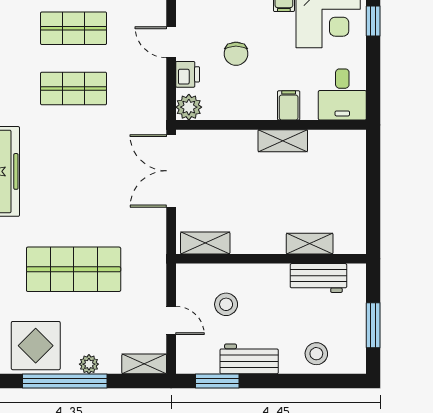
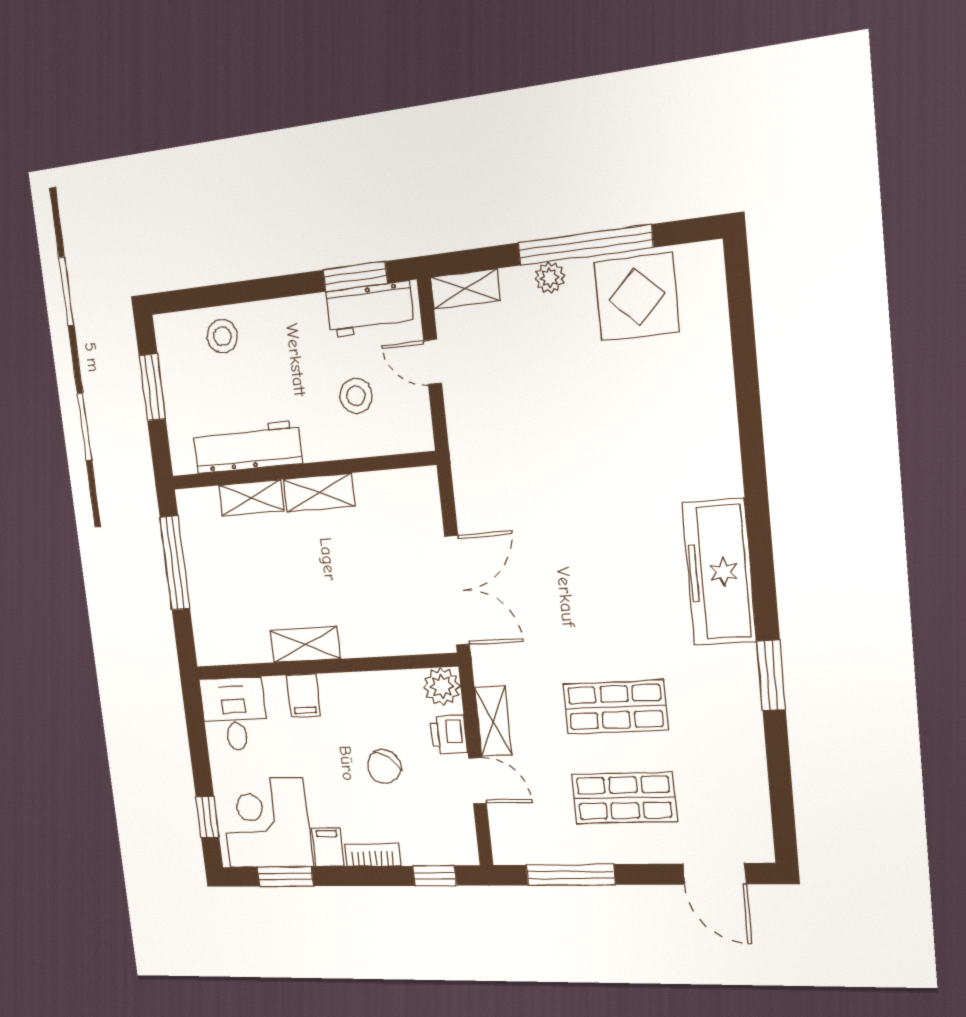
chair: (236, 54) -> (384, 767), turned -144
shelving: (156, 82) -> (493, 721), added
window: (373, 203) -> (175, 563), added
shelving: (205, 243) -> (319, 493), moved
shop shelf: (74, 269) -> (588, 427), removed
workbench: (318, 278) -> (247, 447), width x1.38
workbench: (249, 359) -> (370, 309), moved

